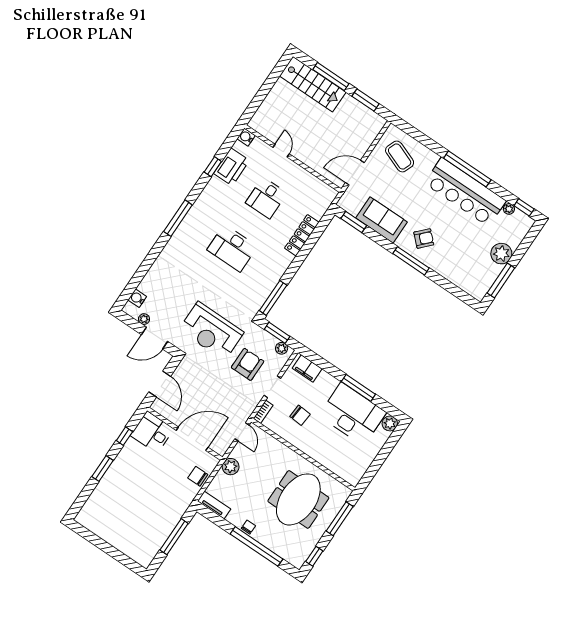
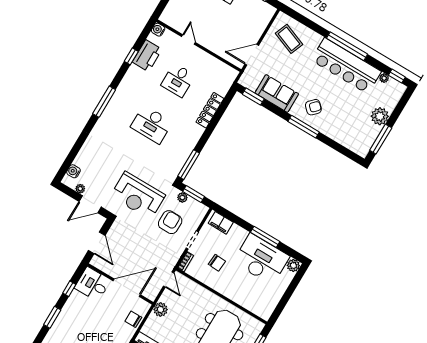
plant: (282, 348) -> (182, 197), moved

